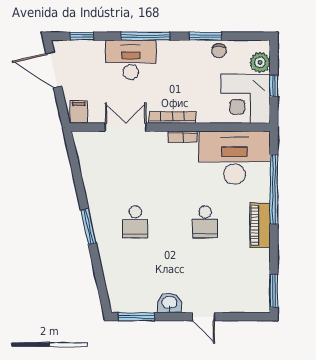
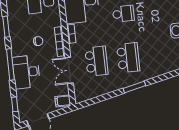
chair: (219, 51) -> (38, 41), moved
school desk: (135, 171) -> (96, 61), added
school desk: (135, 222) -> (128, 58), width x1.85

